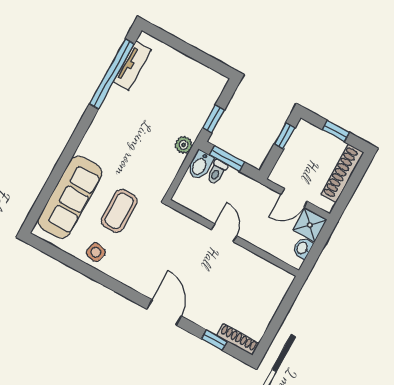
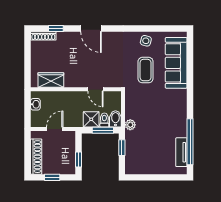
shower: (310, 225) -> (91, 119), moved
door: (224, 233) -> (96, 89), moved
wardrobe: (262, 271) -> (51, 80), added

